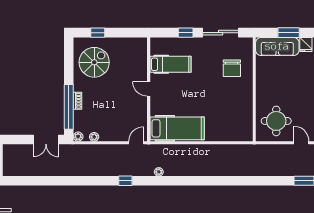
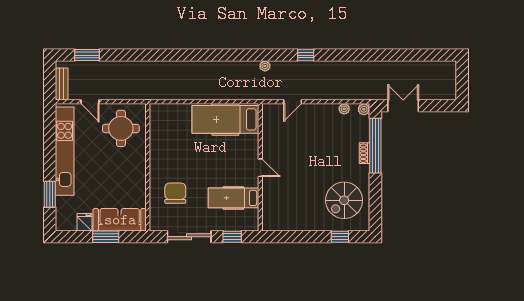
hospital bed: (170, 64) -> (233, 198), moved
door: (149, 89) -> (260, 168), moved
wall: (149, 89) -> (260, 167), moved
hospital bed: (177, 128) -> (225, 119), moved

